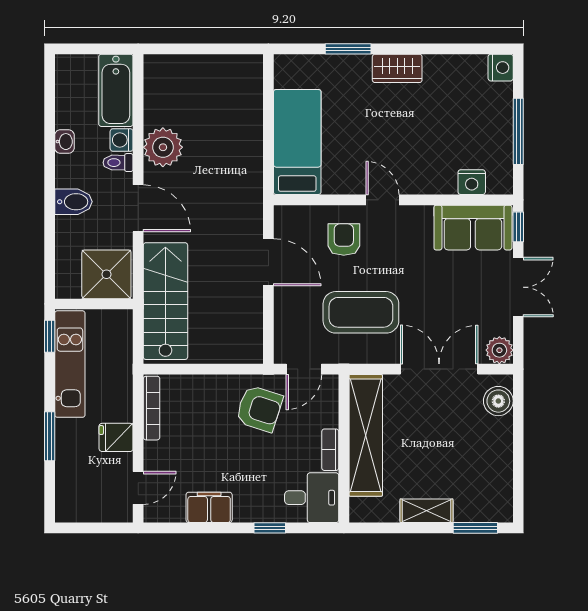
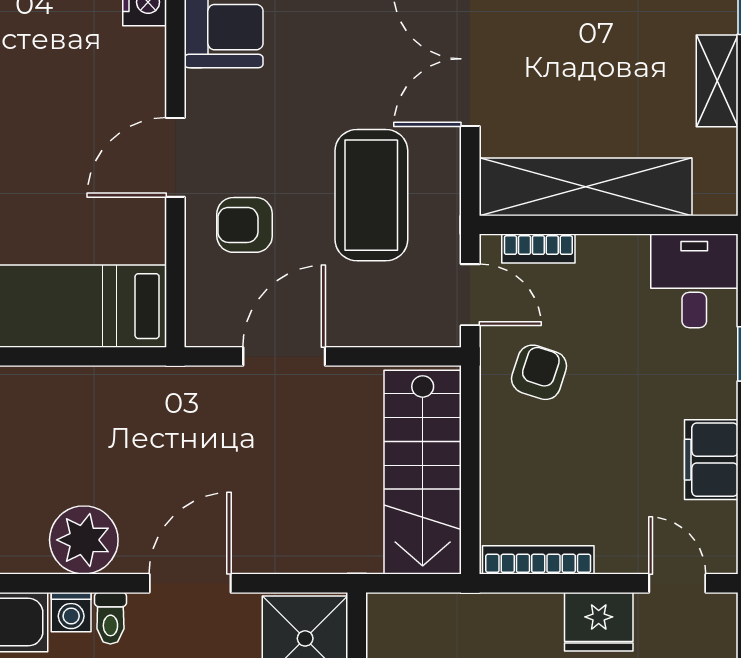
door: (383, 200) -> (175, 157), width x1.38
stairs: (165, 301) -> (423, 472), moved, turned -90
armchair: (259, 409) -> (539, 372), width x0.72, depth x0.72
fridge: (116, 437) -> (599, 622), width x1.38
bookcase: (330, 450) -> (538, 249), moved

